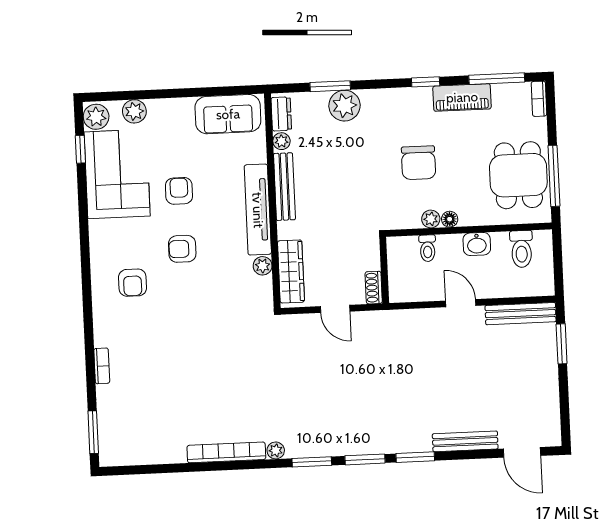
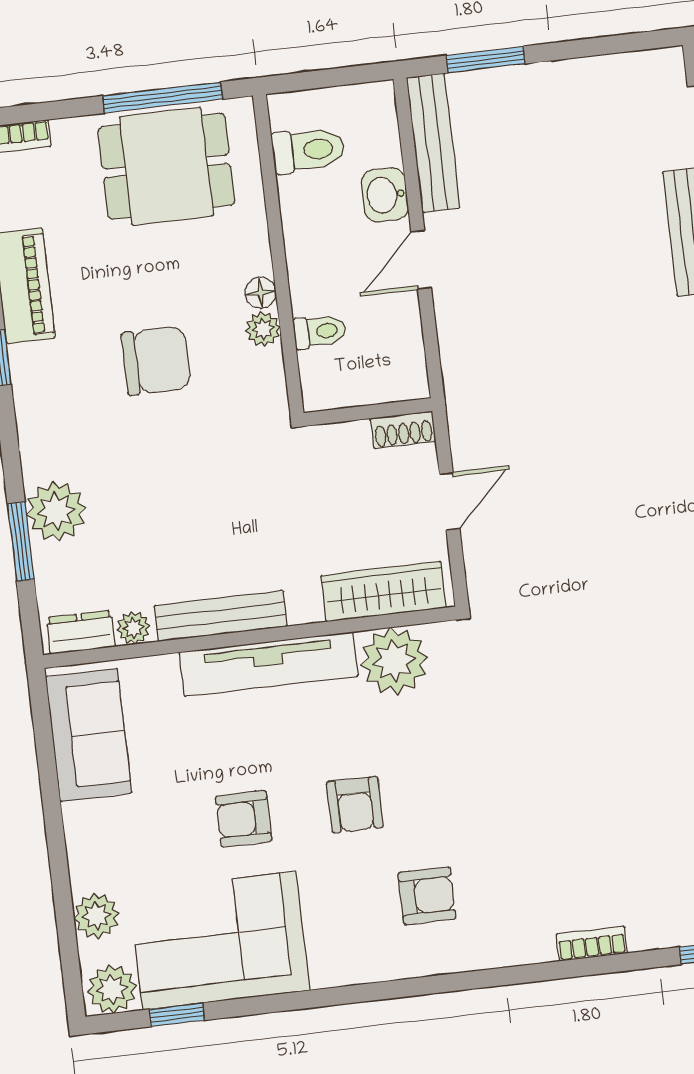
washbasin: (477, 244) -> (385, 195), moved, turned 180
plant: (263, 266) -> (394, 661), width x1.87, depth x1.87

